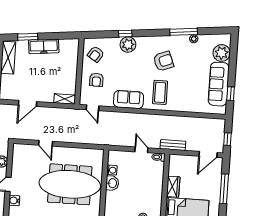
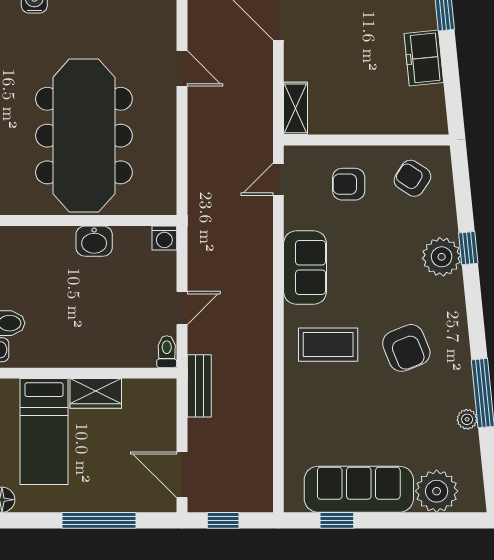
freezer: (44, 46) -> (424, 58), width x0.71
door: (46, 143) -> (182, 68), swing flipped
washing machine: (112, 170) -> (164, 238), moved

